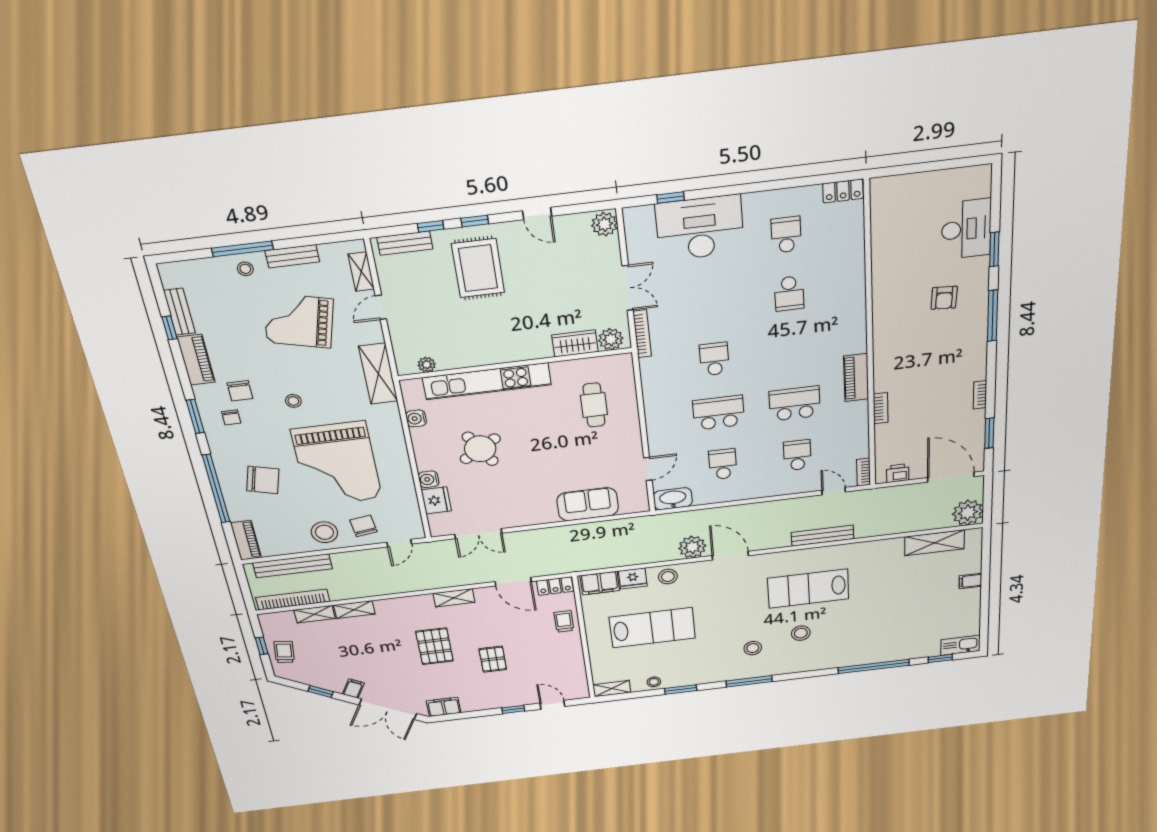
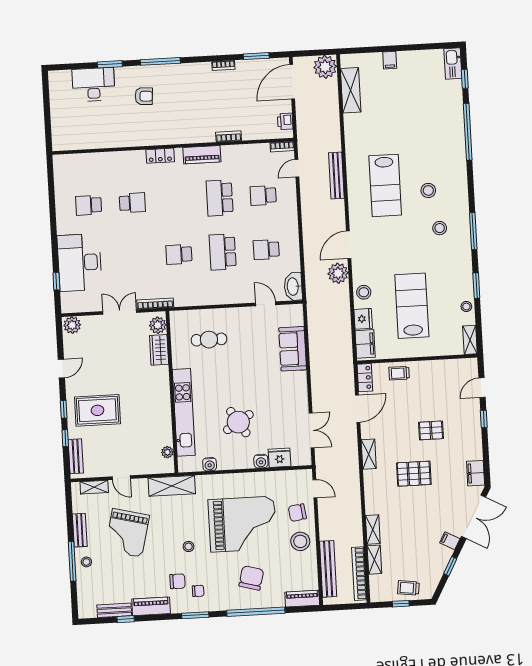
locker: (843, 191) -> (160, 156), moved, turned 90

